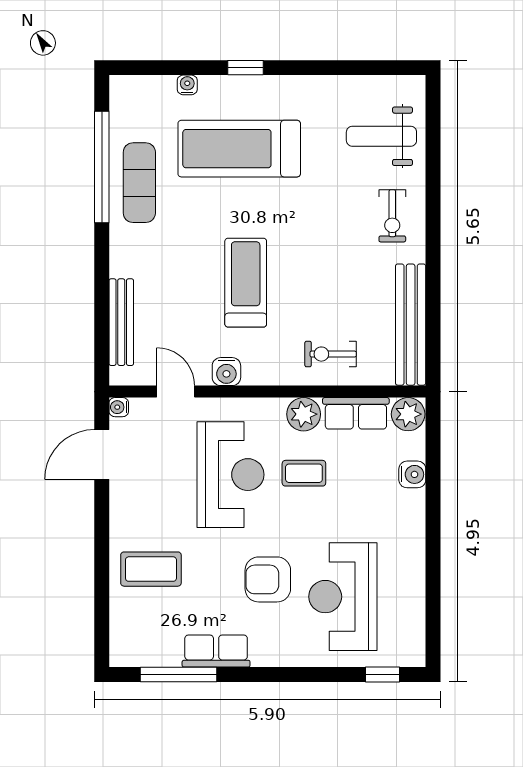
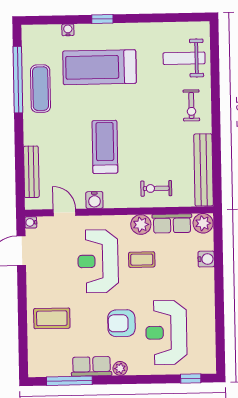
reception desk: (230, 475) -> (98, 261), turned 180
plant: (264, 655) -> (120, 368), added

